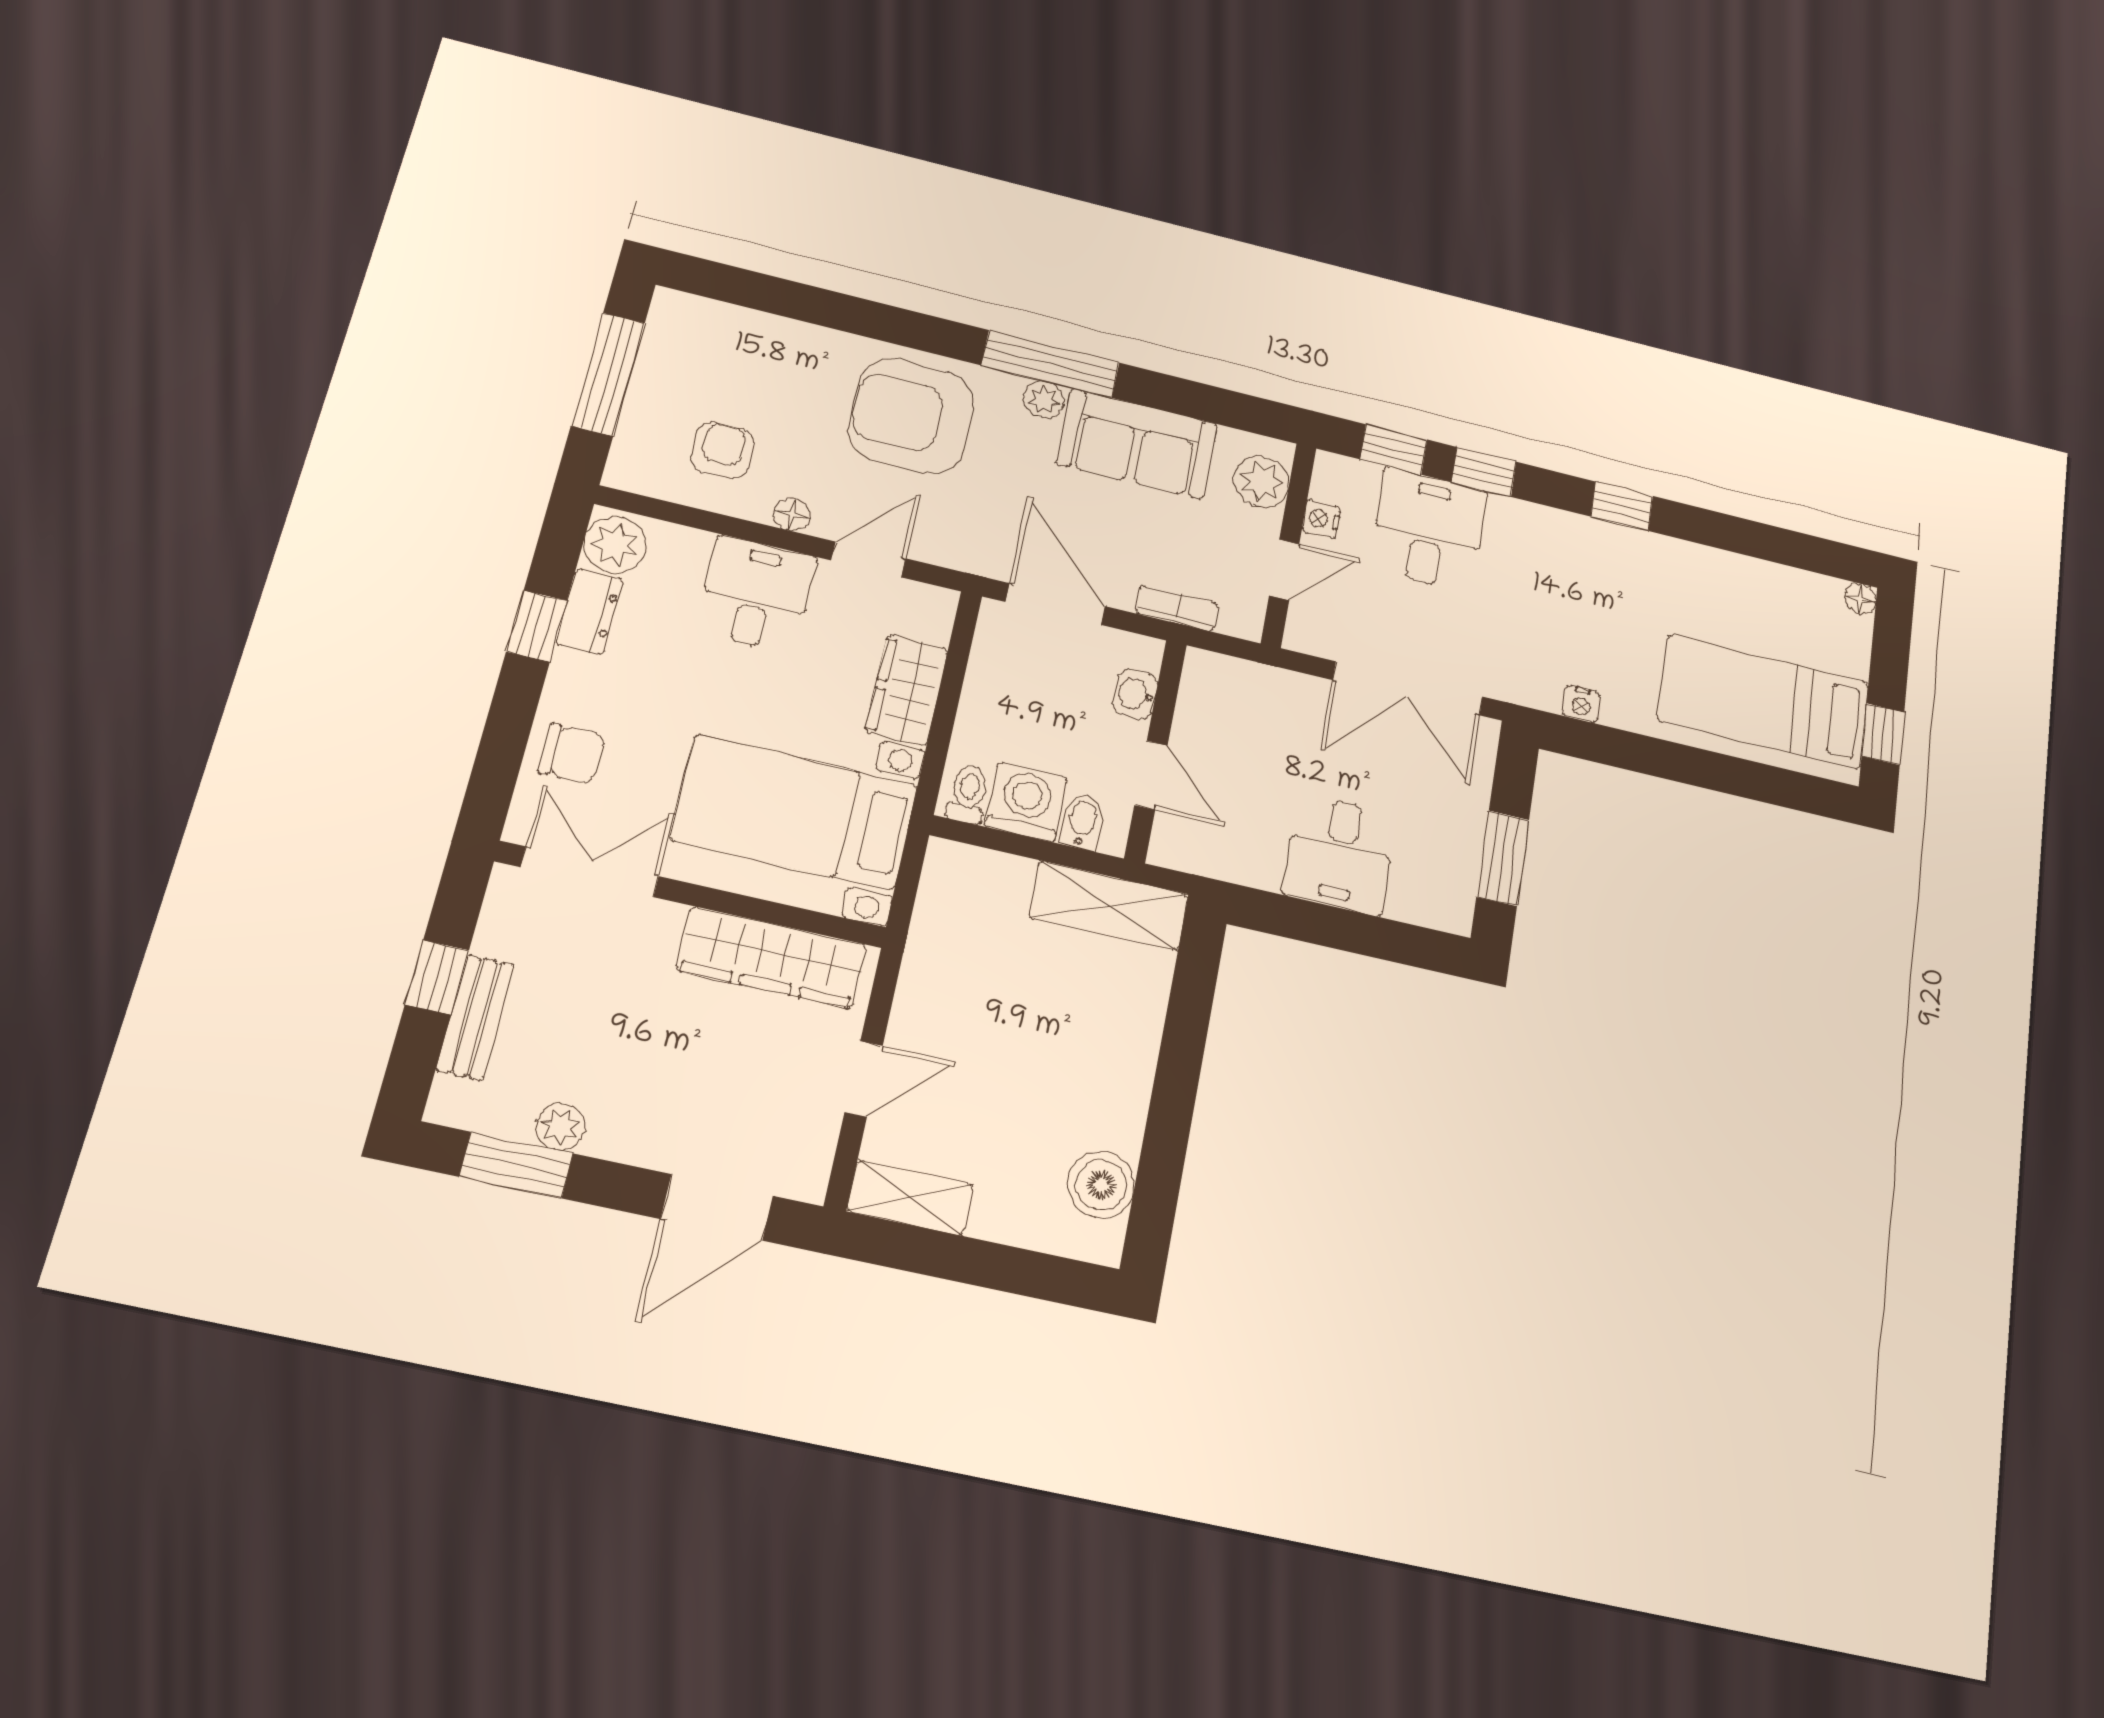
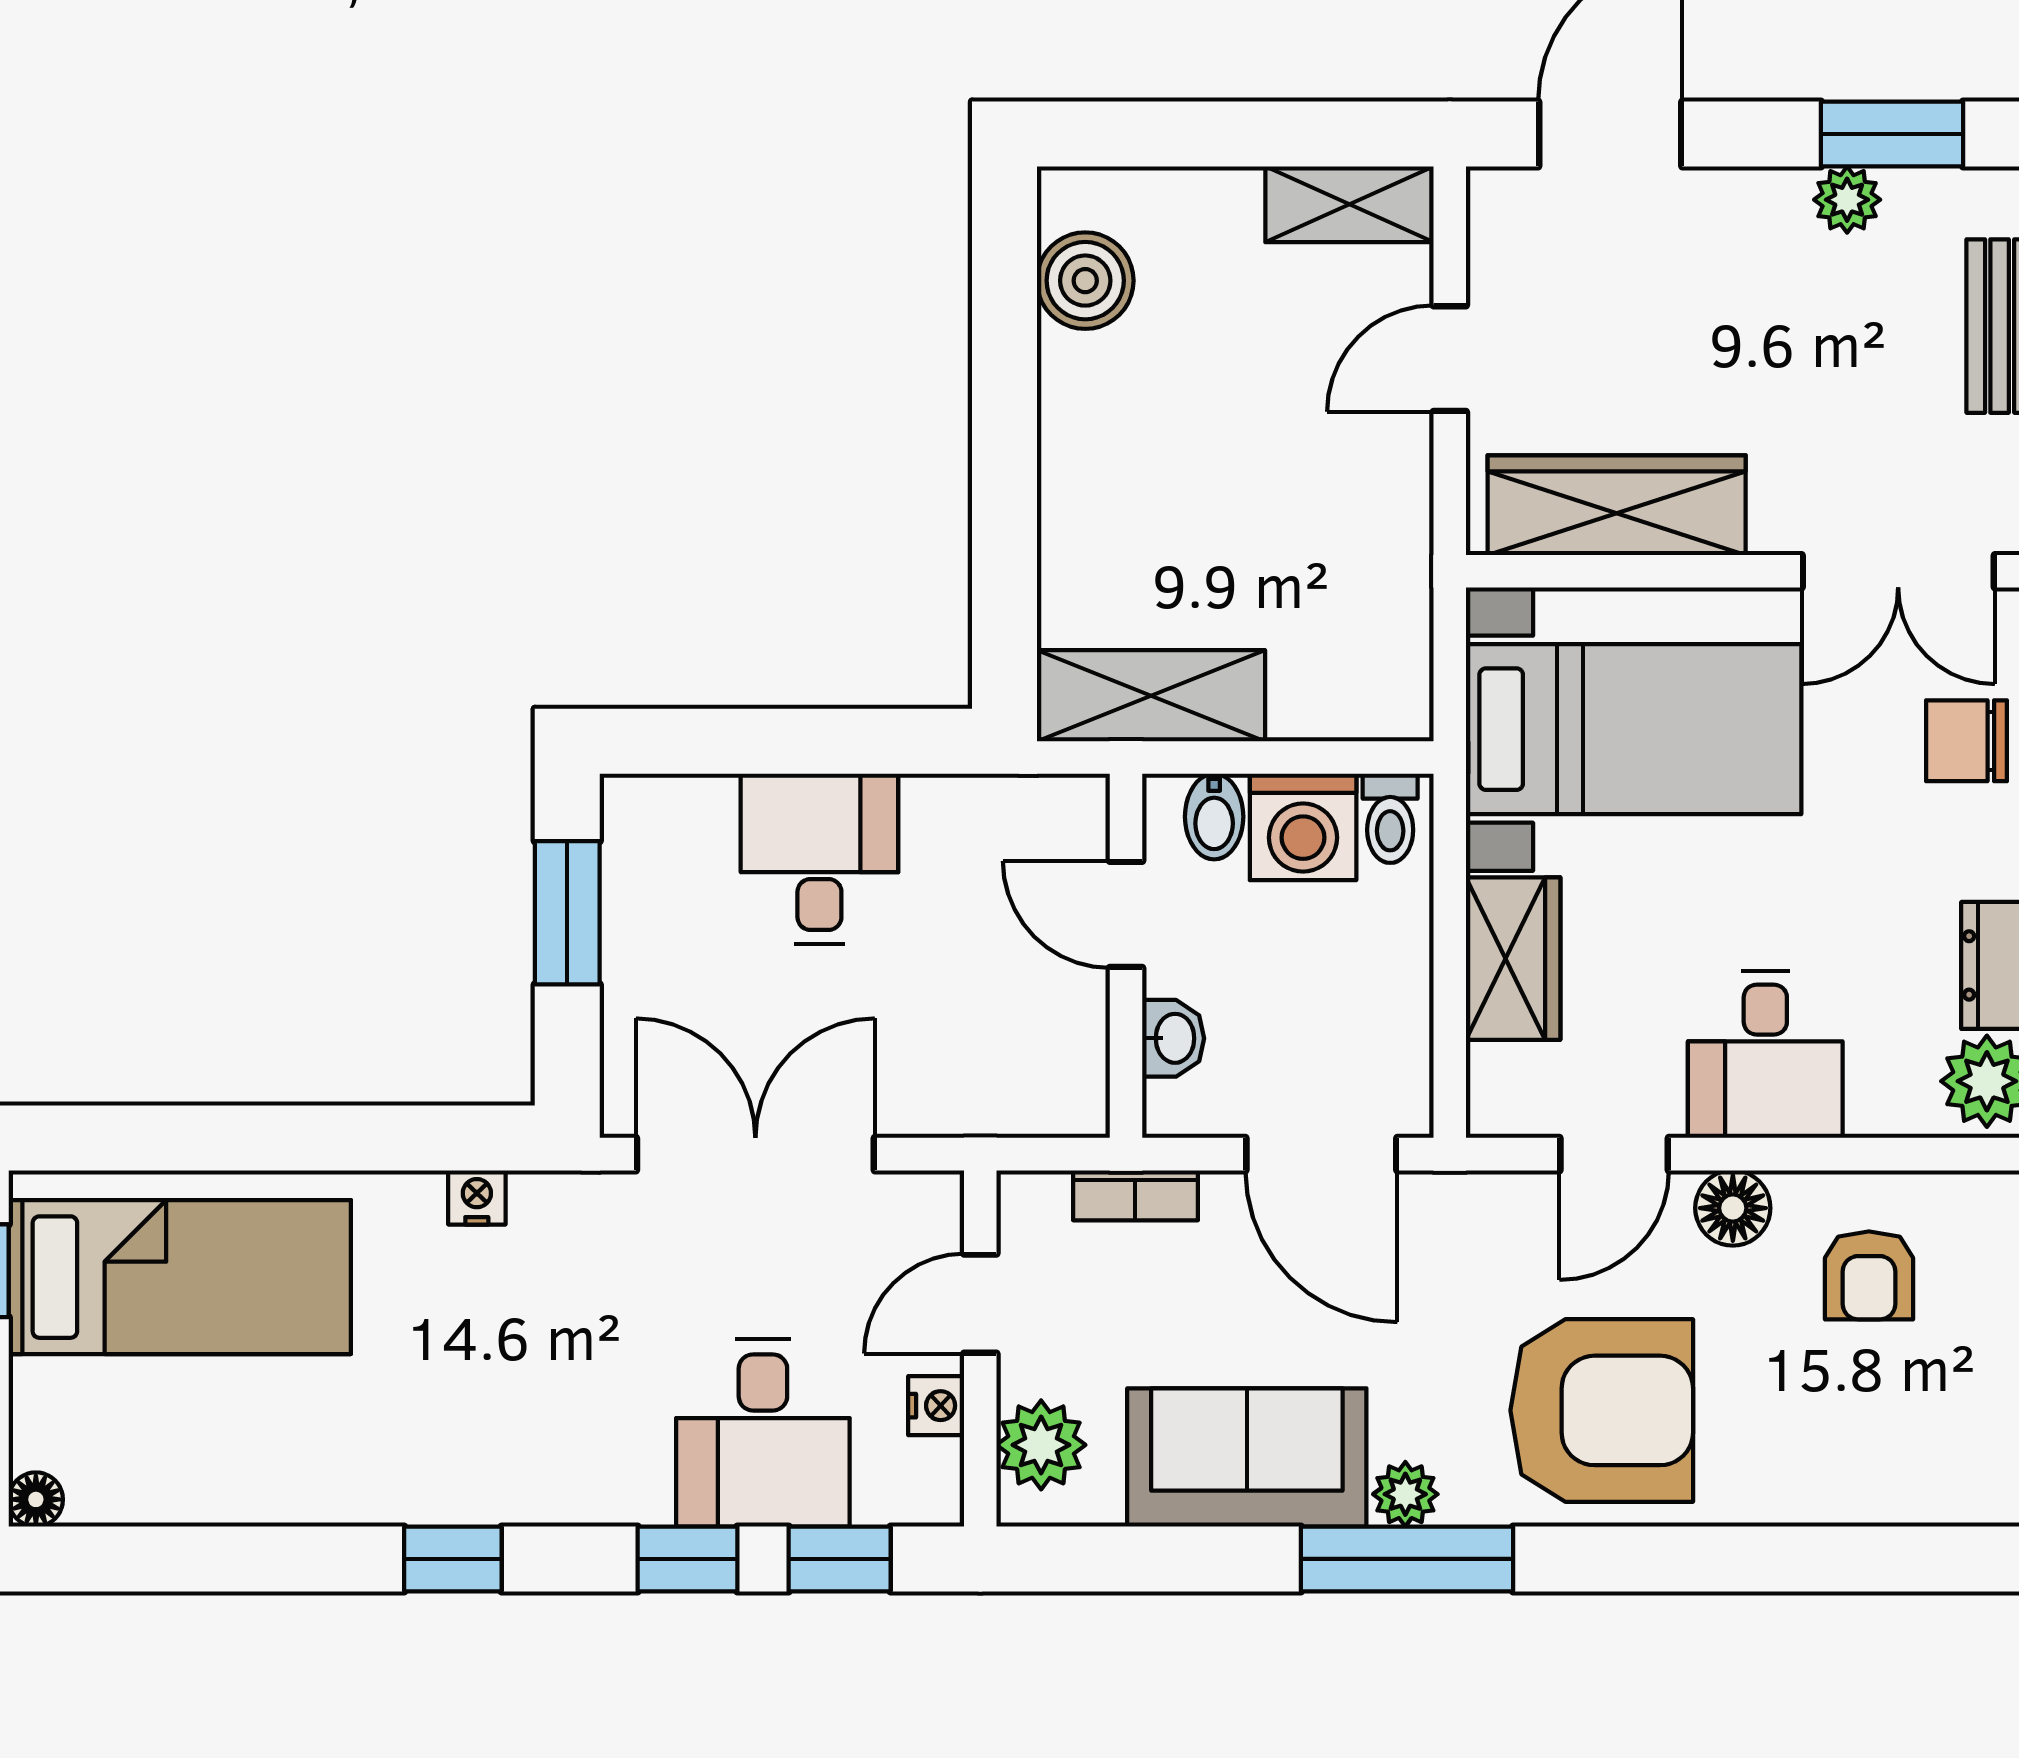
floor lamp: (792, 514) -> (1733, 1208), width x1.37, depth x1.37

